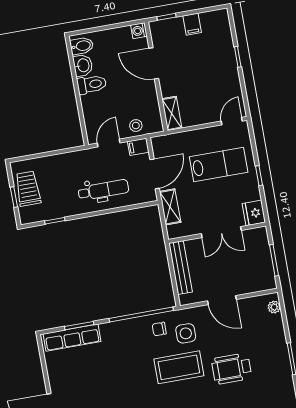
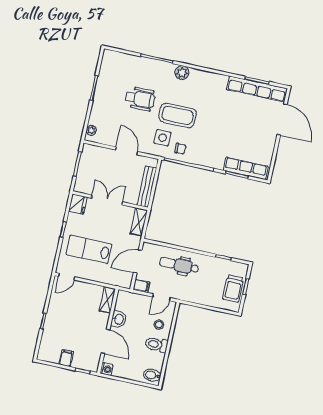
washbasin: (83, 65) -> (119, 319), moved, turned 180
stool: (136, 126) -> (159, 325), moved
shelving: (170, 207) -> (139, 222), moved

